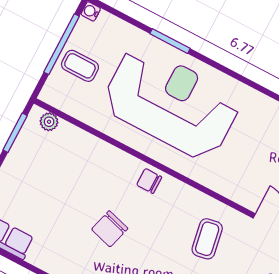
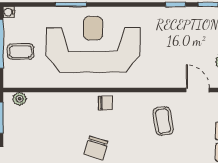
chair: (149, 181) -> (105, 103), turned 180

